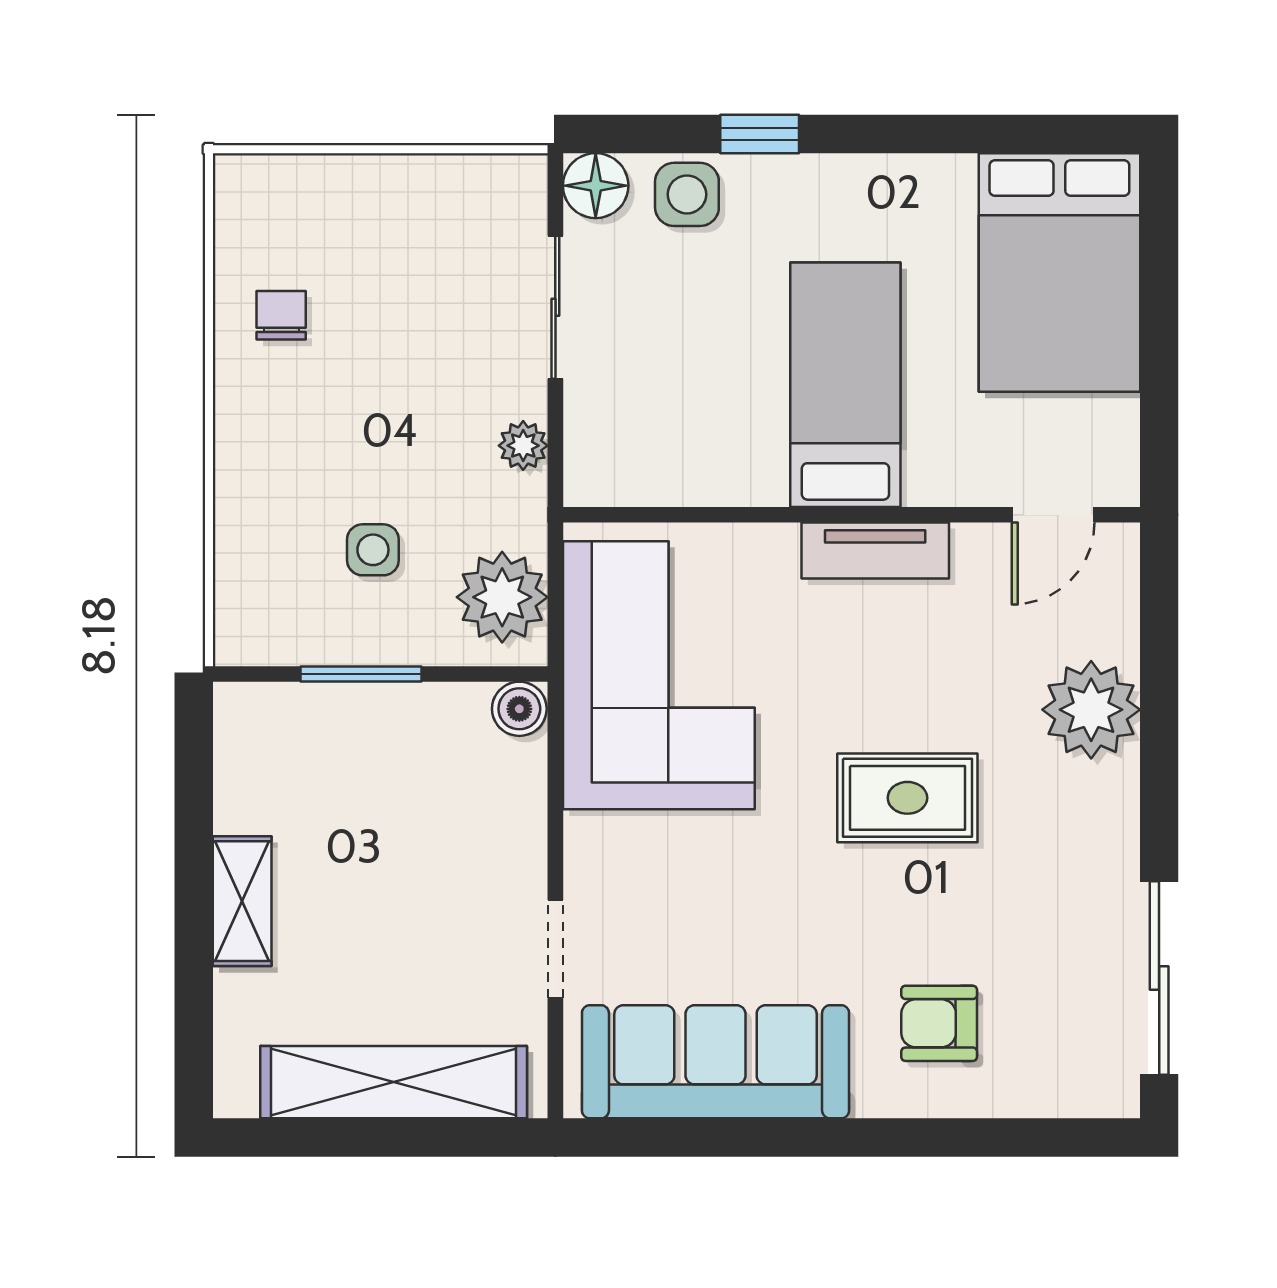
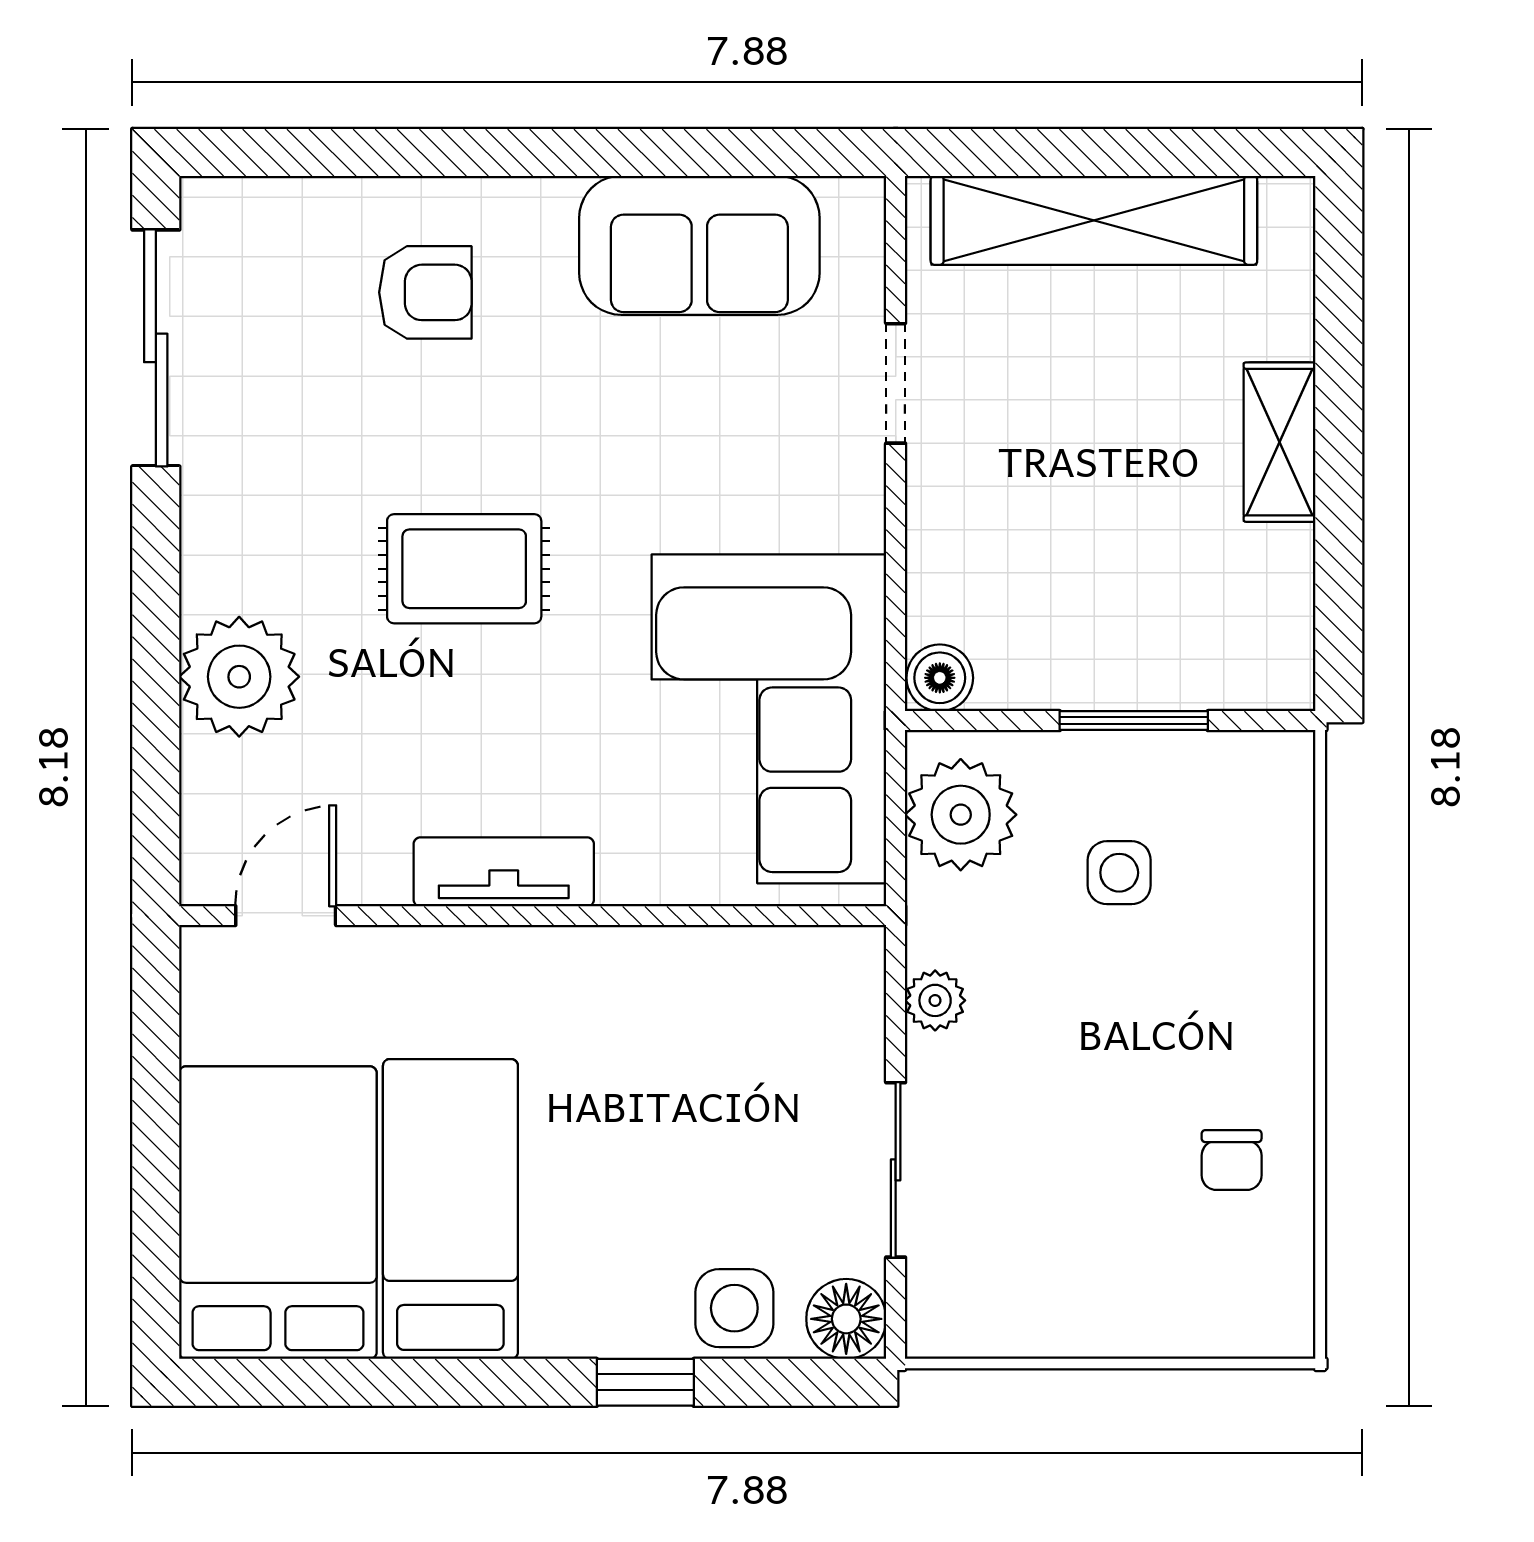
bed: (845, 385) -> (450, 1209), moved, turned 180
sofa: (716, 1062) -> (699, 245), width x0.73

